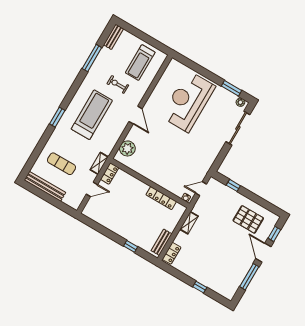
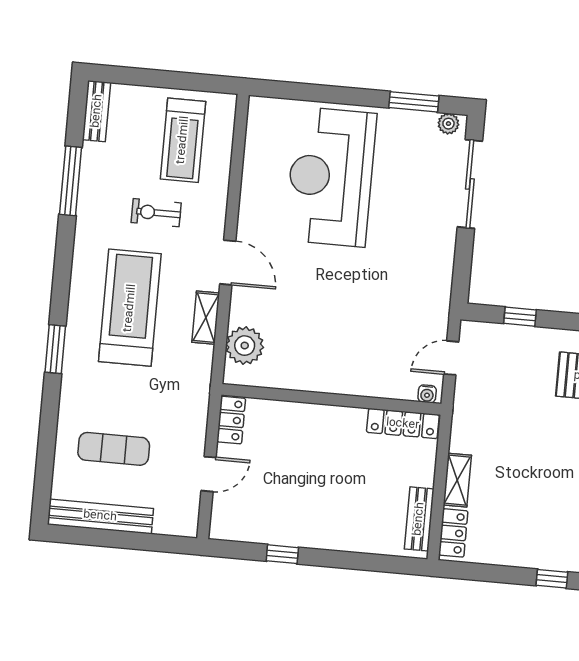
shelving: (99, 163) -> (206, 318), moved
locker: (161, 198) -> (403, 424), moved
shelving: (189, 223) -> (457, 480), moved
window: (131, 246) -> (282, 554), moved

